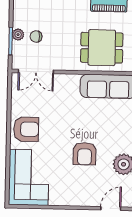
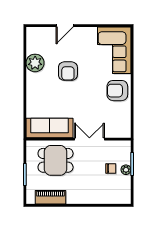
double door: (36, 71) -> (89, 139), moved
armchair: (85, 154) -> (68, 71), turned 180
door: (111, 208) -> (65, 26), moved

